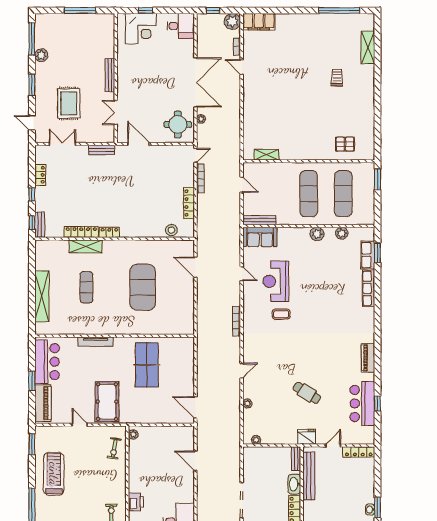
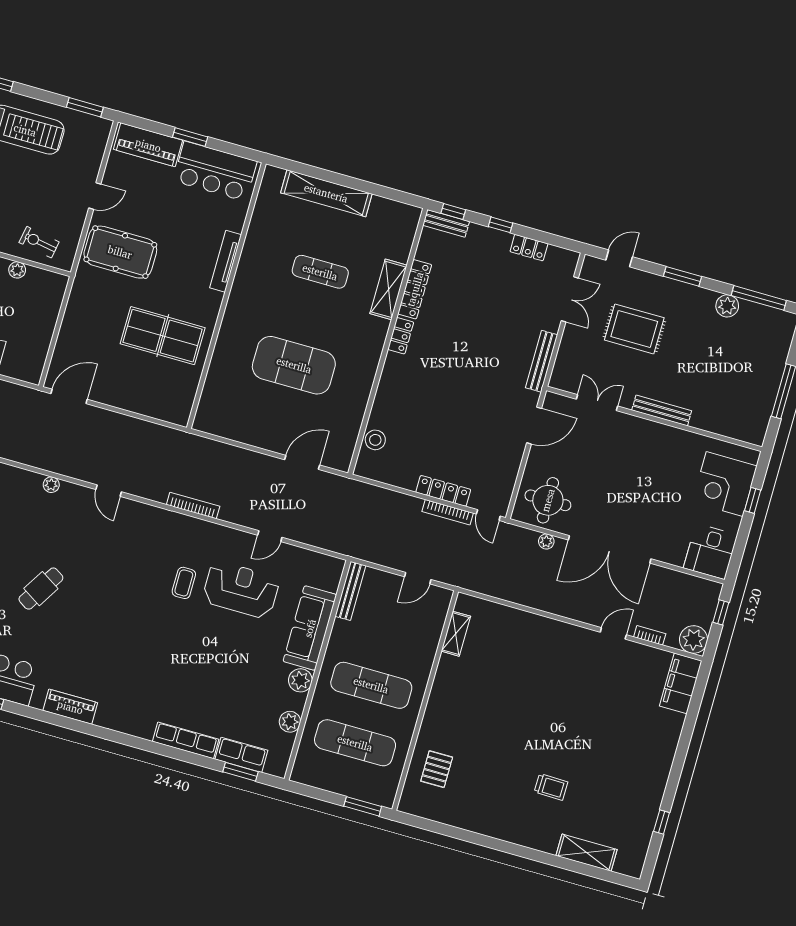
window: (339, 10) -> (662, 822), width x0.32
bench: (101, 150) -> (541, 361), width x1.36
locker: (189, 203) -> (443, 491), moved
sofa: (260, 237) -> (310, 628), moved, width x1.36
plant: (133, 434) -> (17, 270), moved

